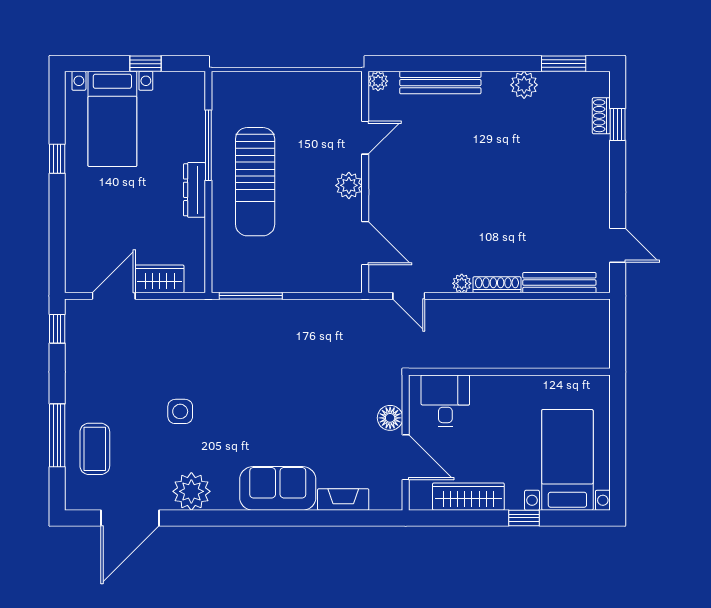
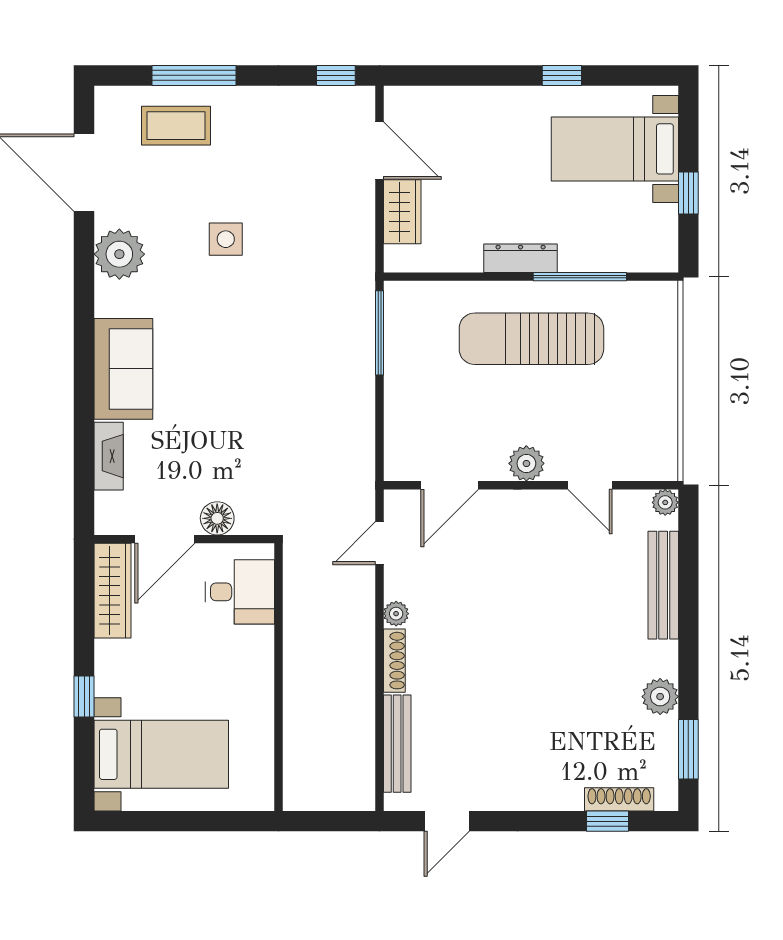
shoe rack: (601, 116) -> (619, 799), width x1.43
wardrobe: (468, 497) -> (112, 591), moved

